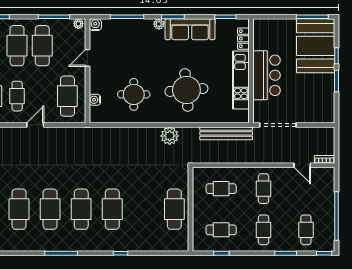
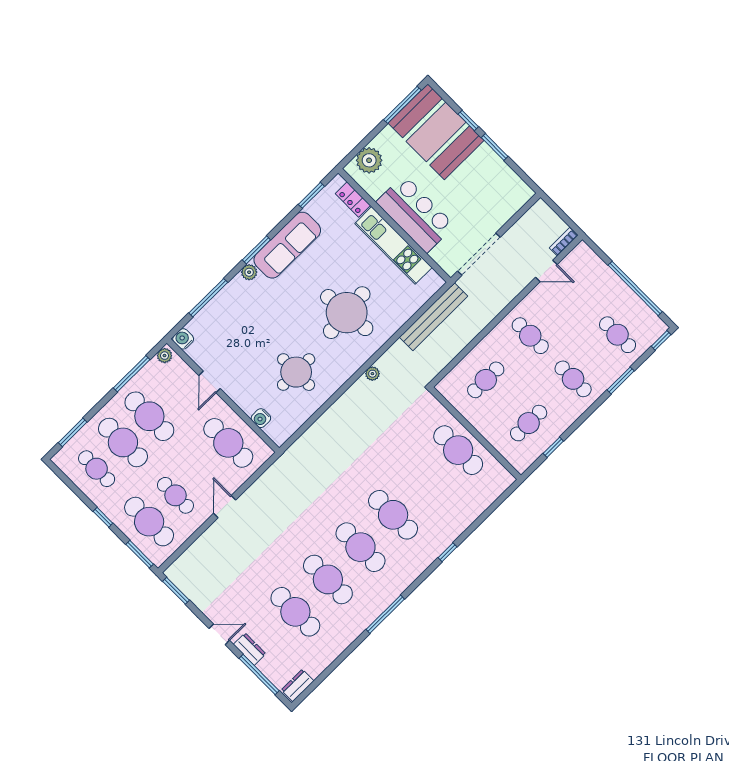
plant: (270, 28) -> (369, 160), added
plant: (170, 136) -> (372, 374), width x0.53, depth x0.53

